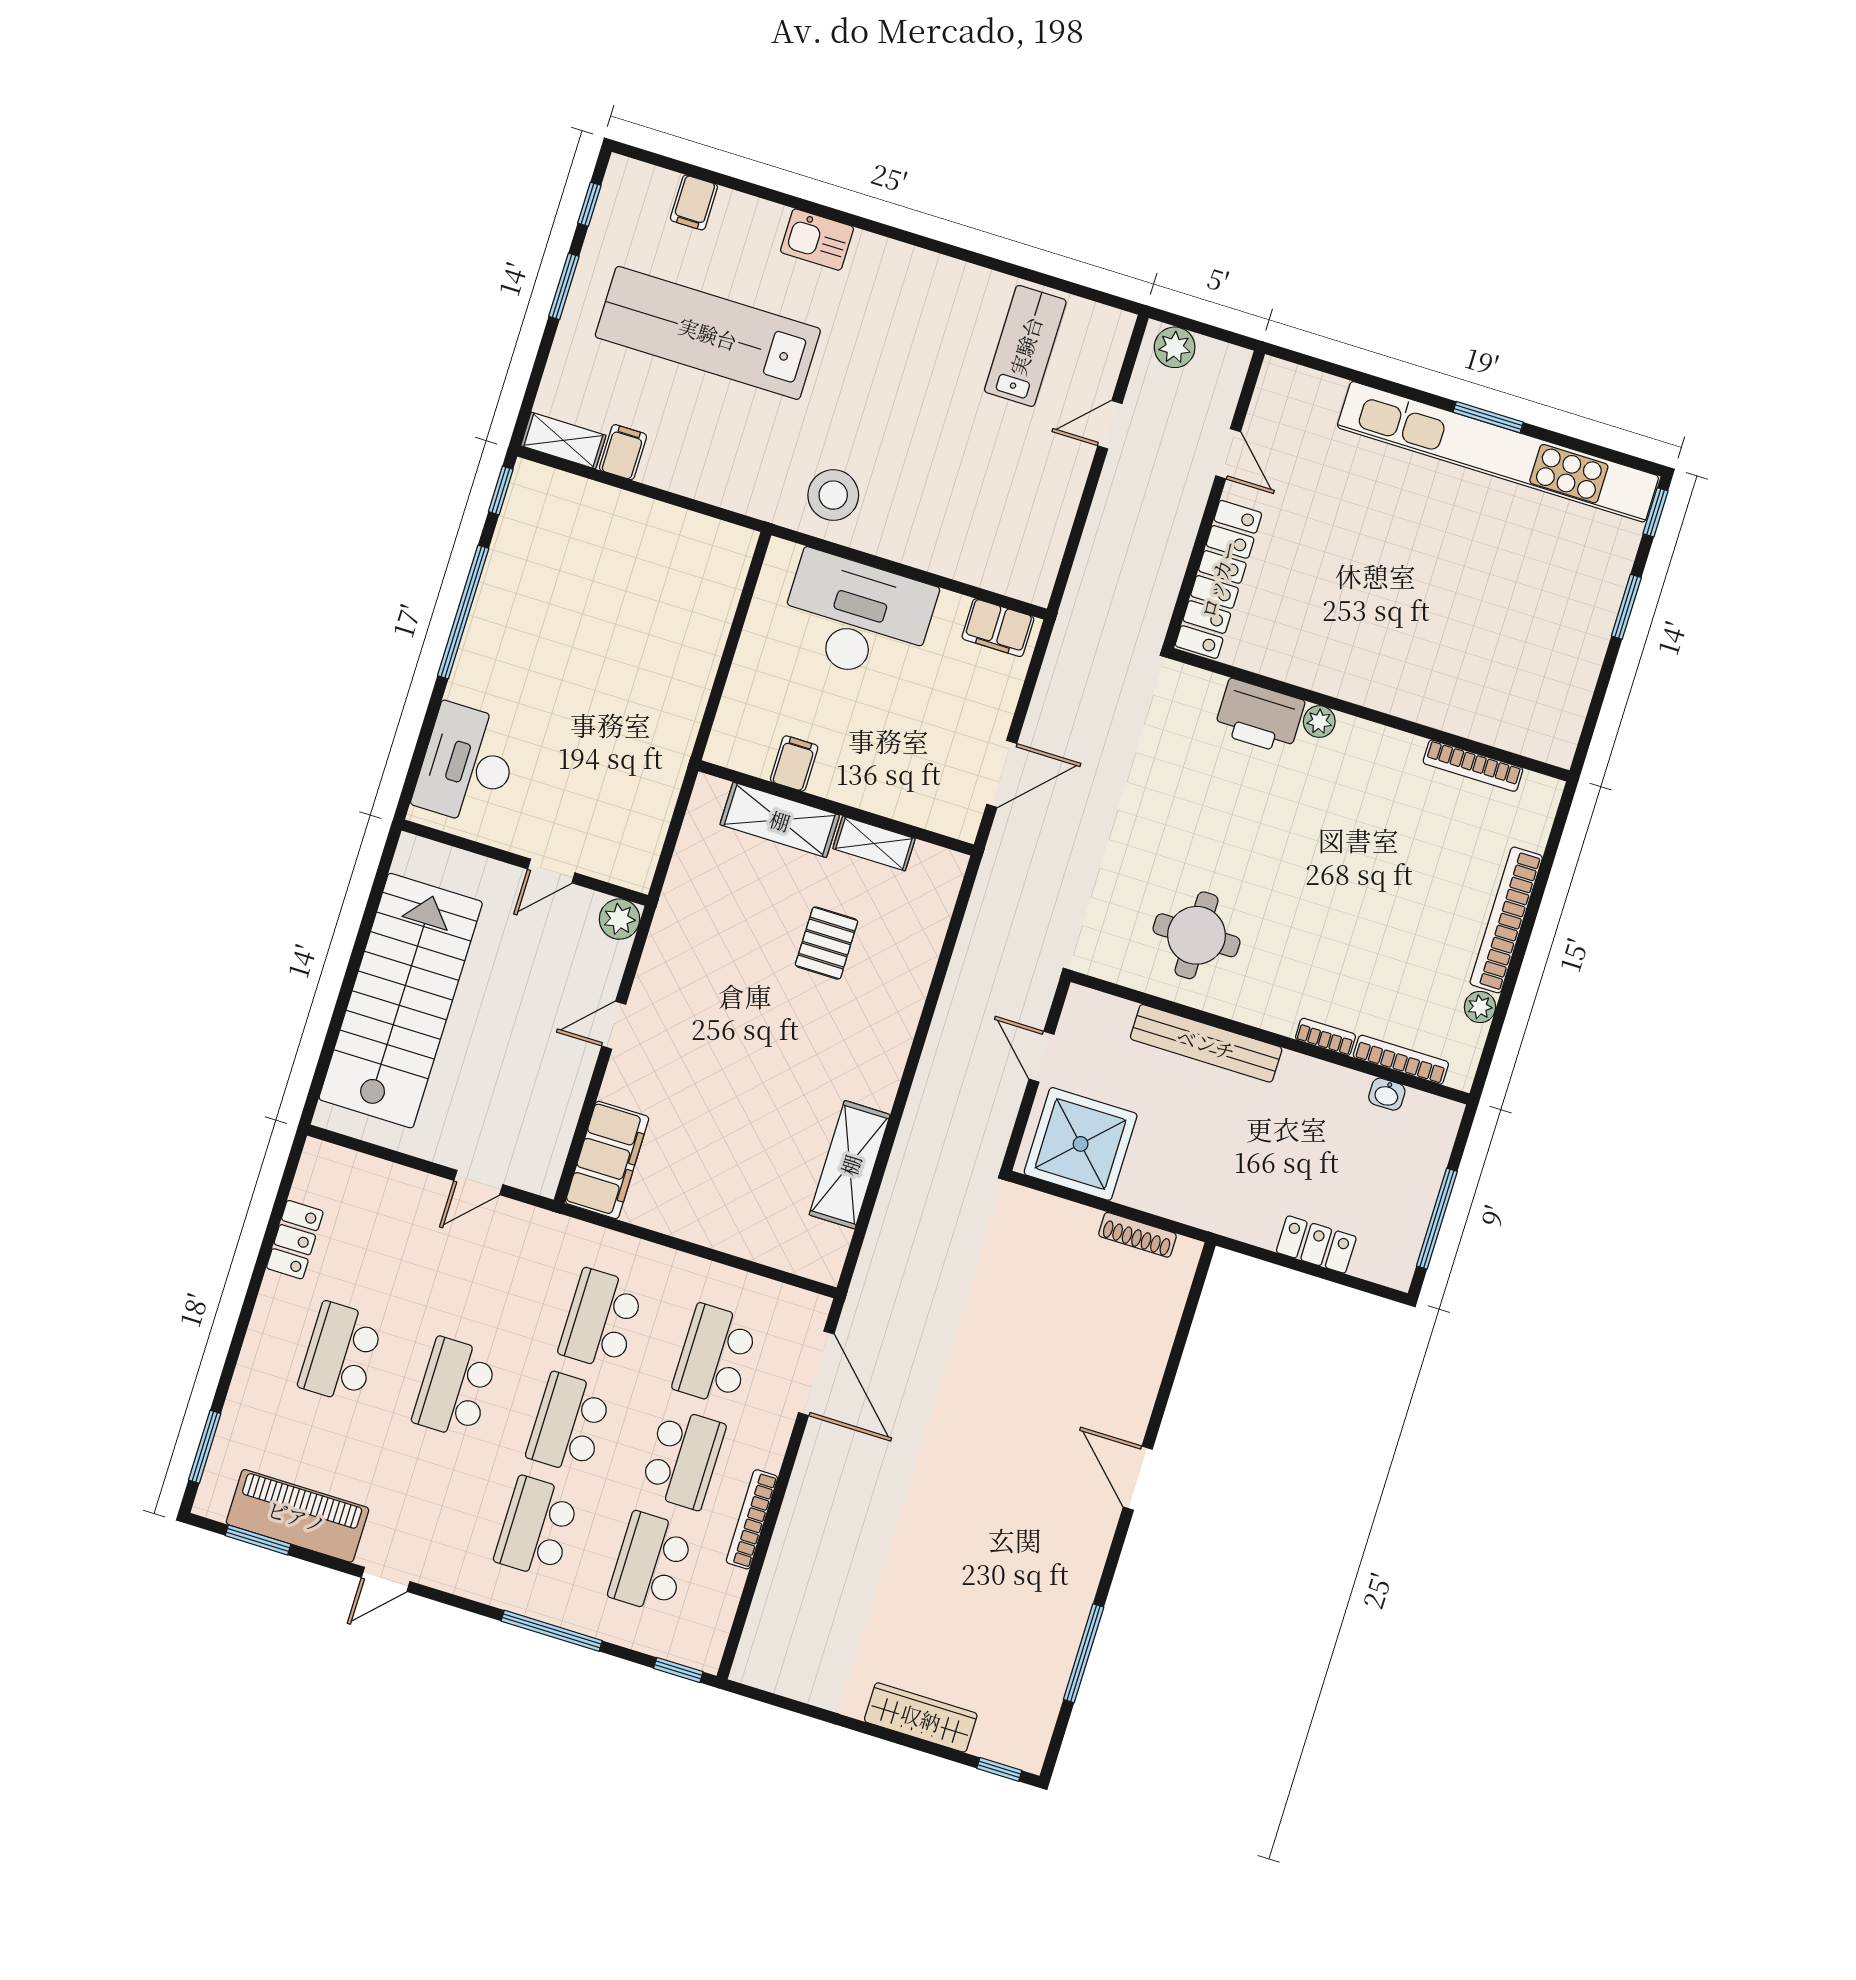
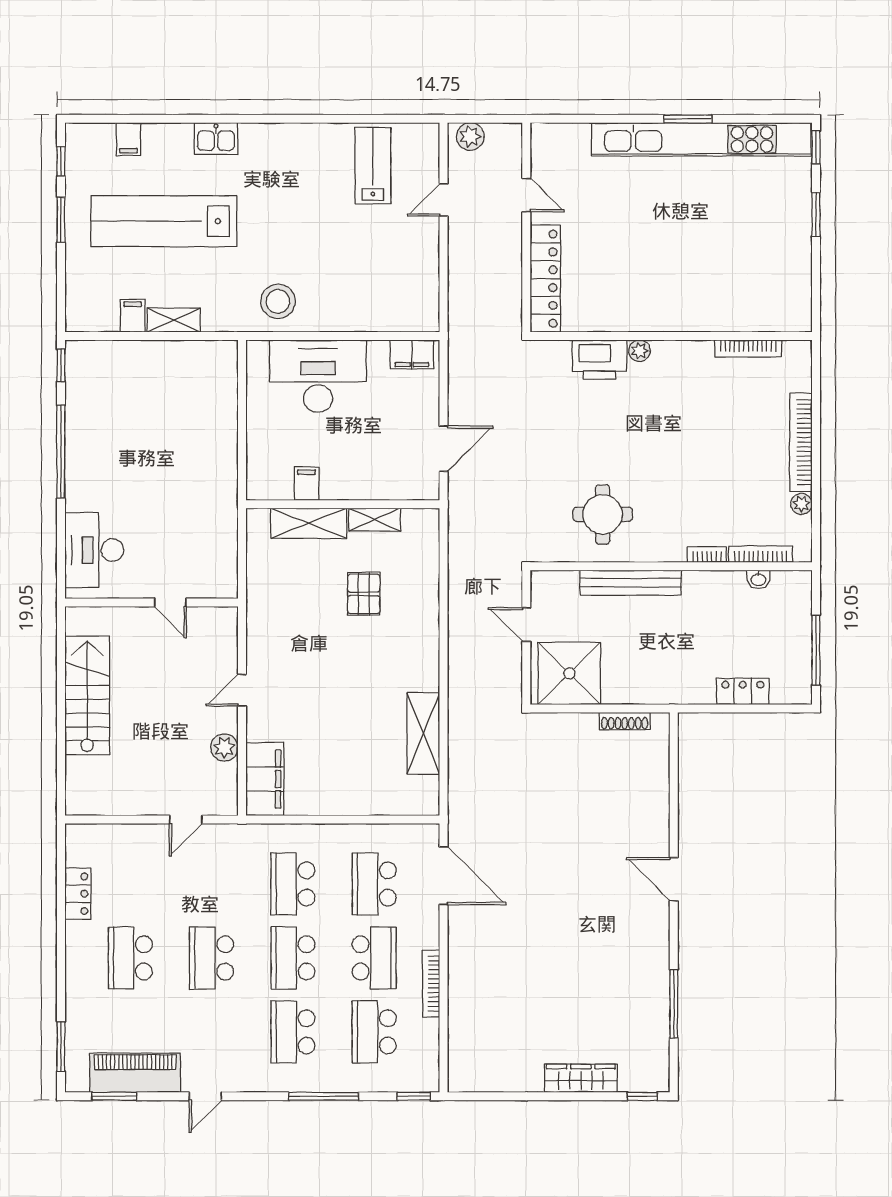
shelving: (563, 440) -> (174, 320), moved
door: (551, 871) -> (170, 602), hinge flipped
plant: (619, 919) -> (224, 747), moved
stairs: (401, 1001) -> (87, 695), width x0.73, depth x0.66

